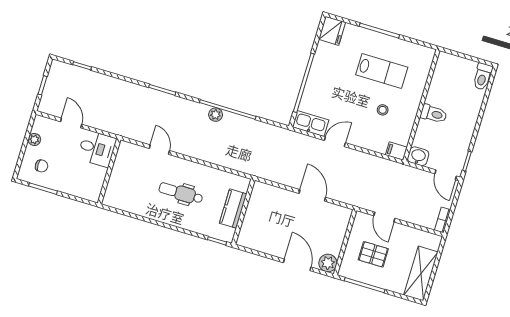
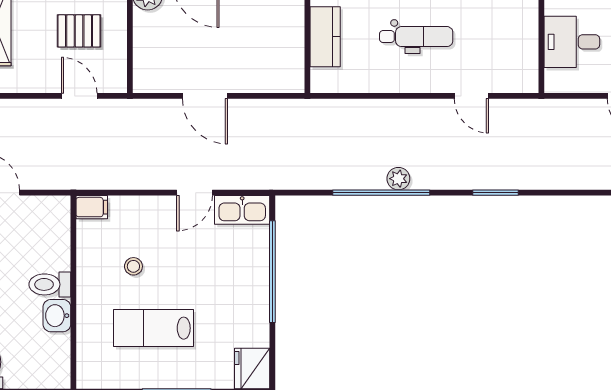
desk: (97, 149) -> (572, 42), moved
washbasin: (418, 156) -> (57, 316), moved, turned 90

